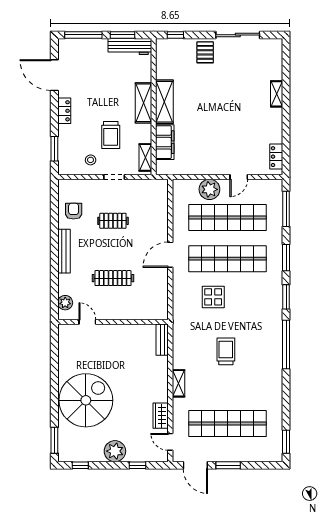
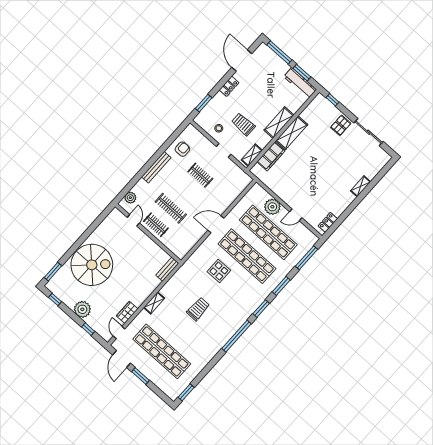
trolley: (111, 135) -> (243, 124), turned 90
clothes rail: (113, 307) -> (156, 225), added

